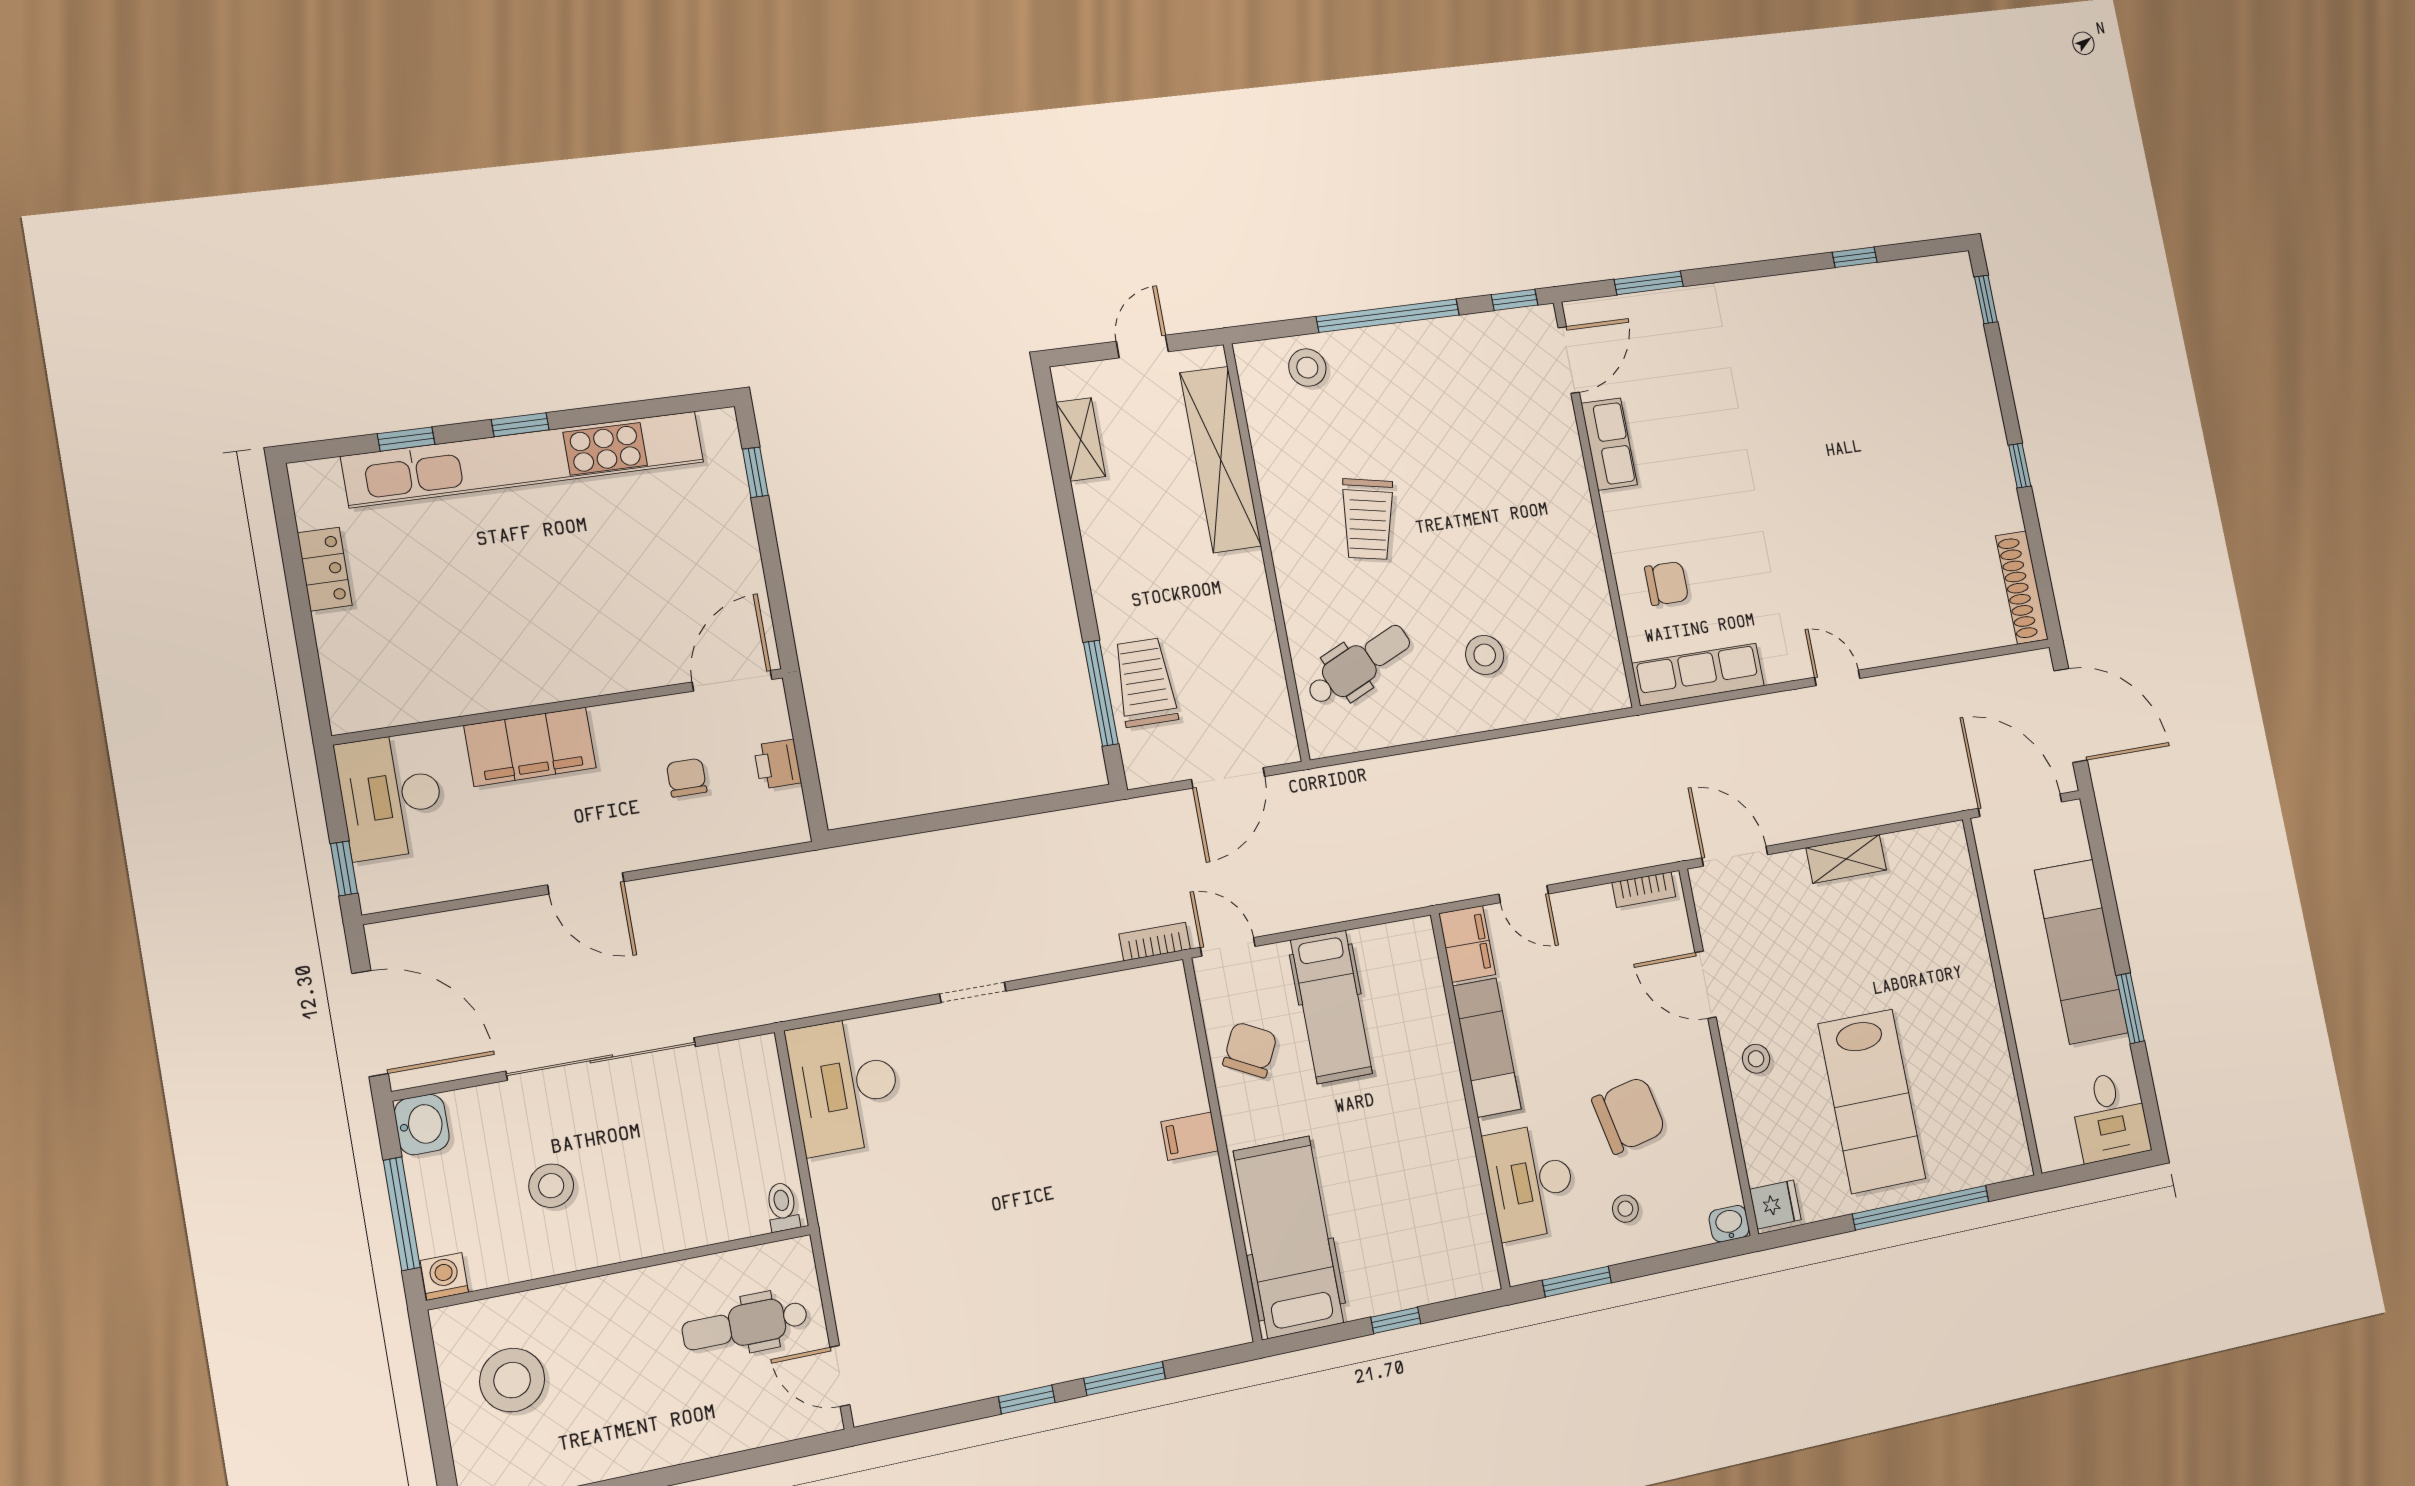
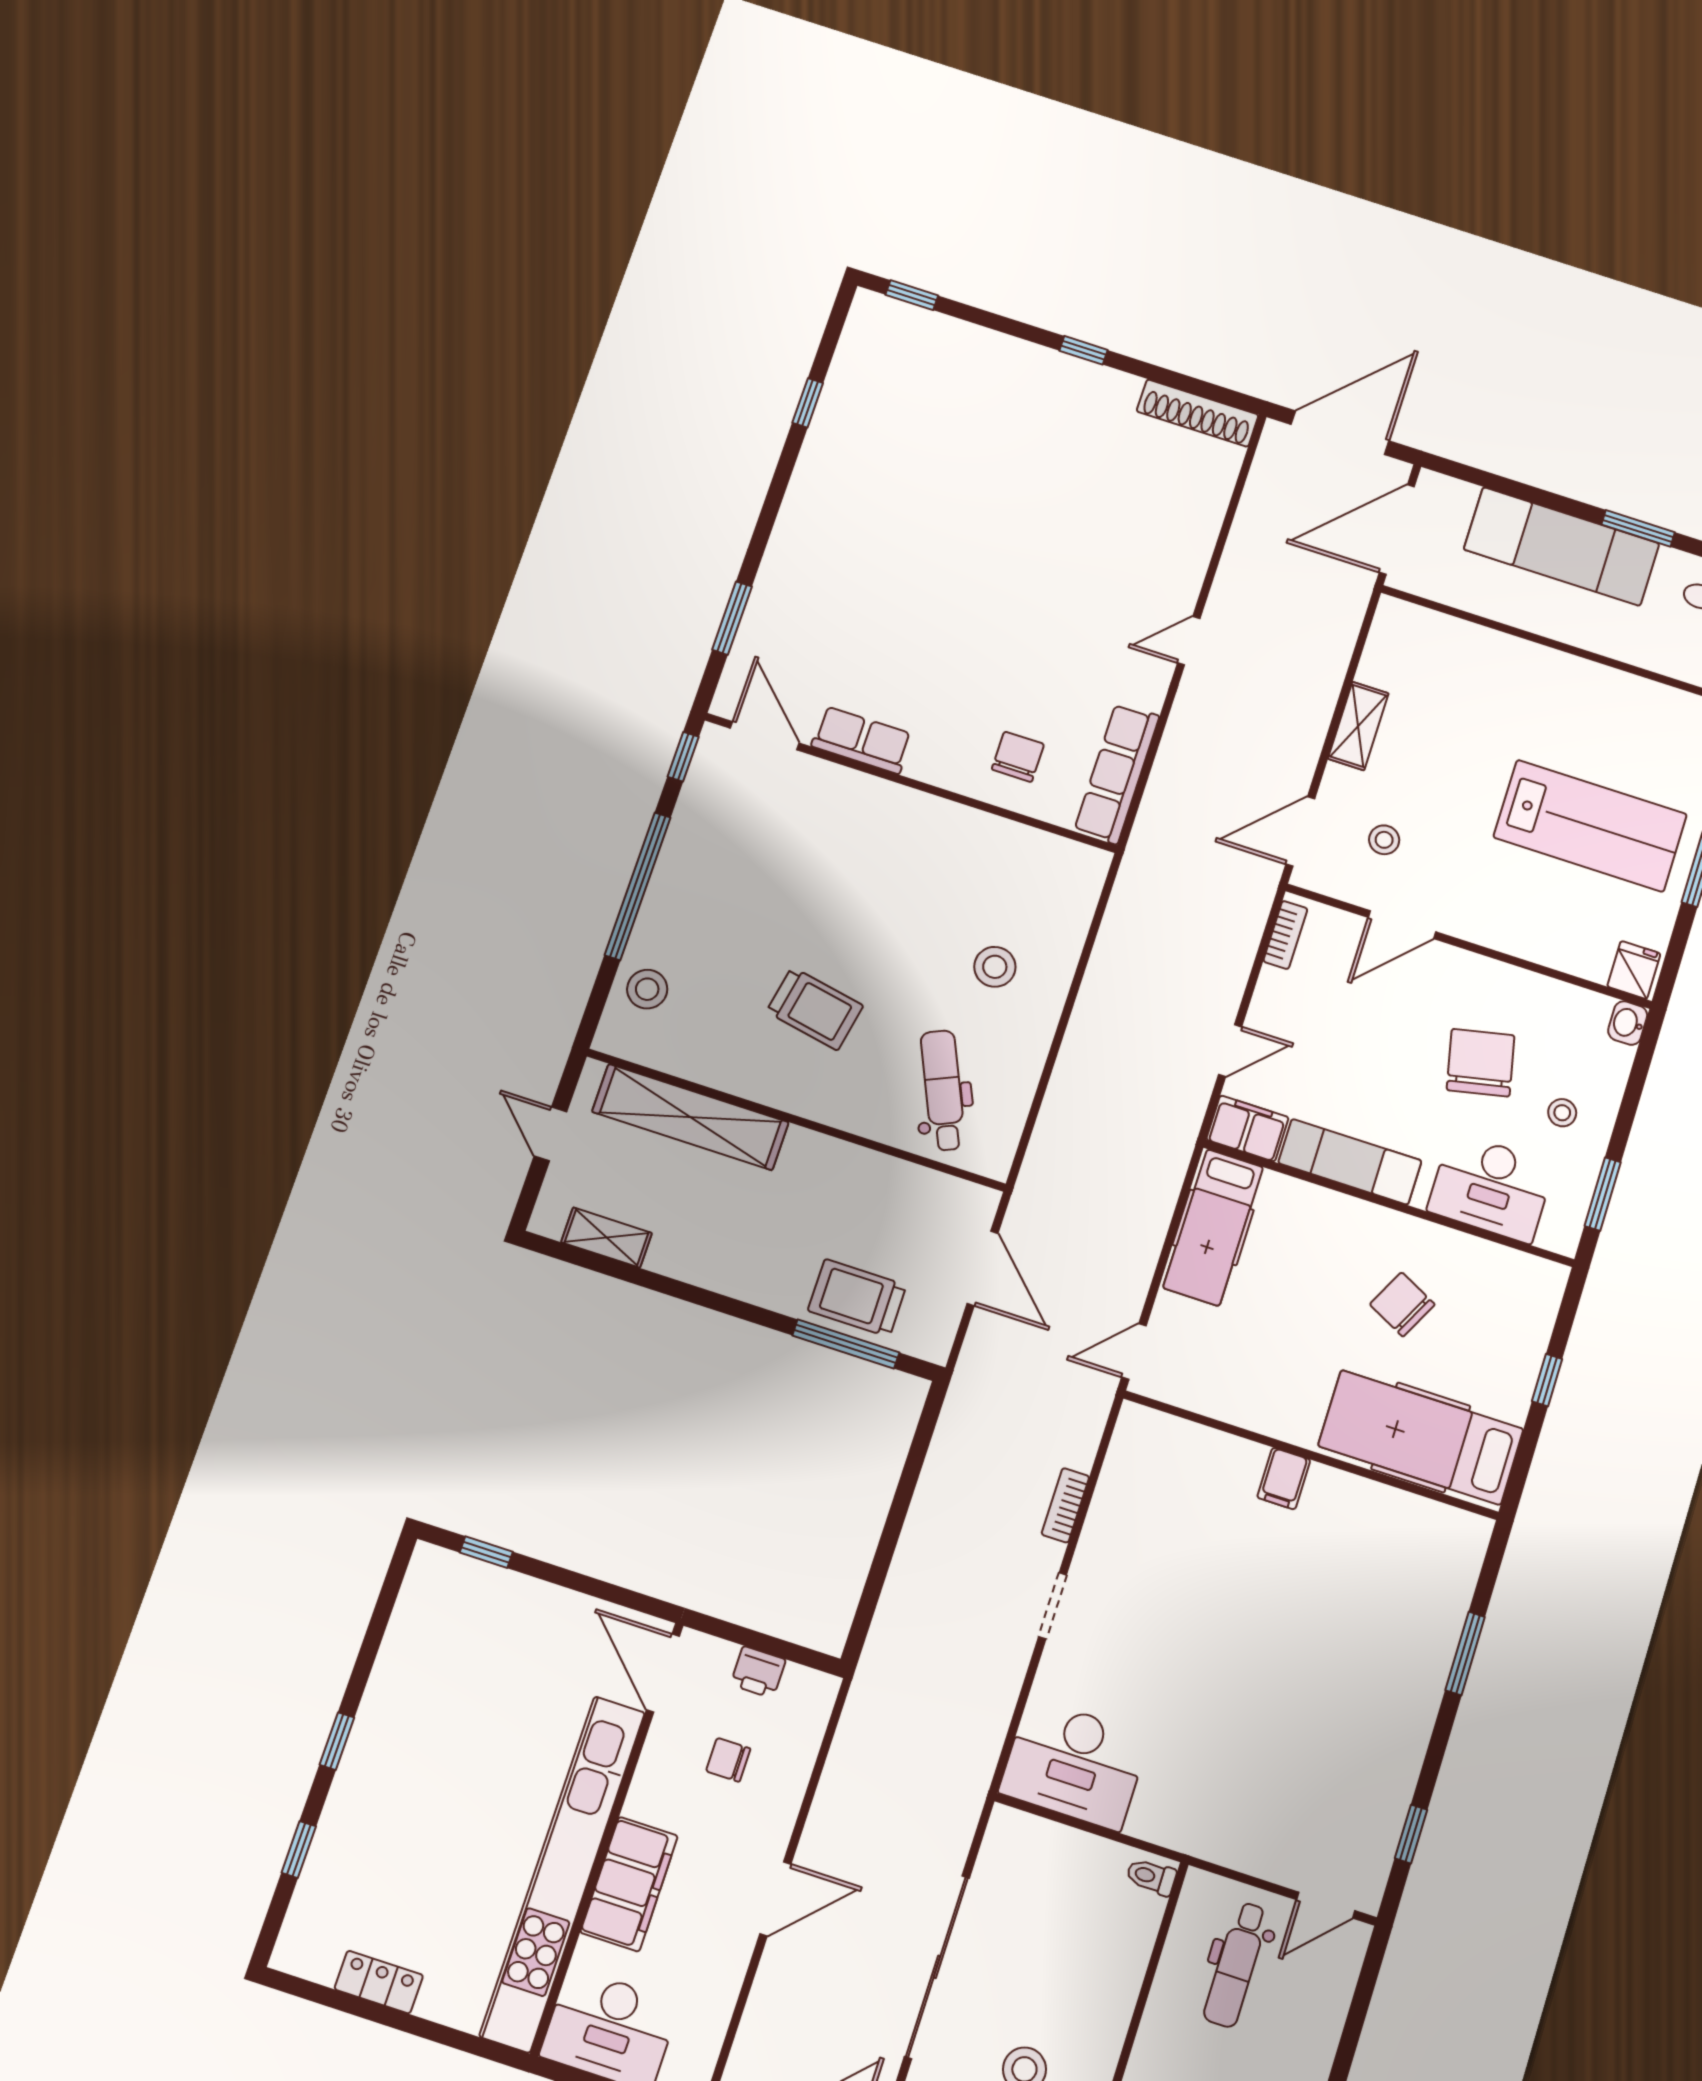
kitchen unit: (524, 459) -> (563, 1873), moved, turned 180
bookcase: (1155, 942) -> (1065, 1505), moved
hospital bed: (1331, 1007) -> (1213, 1227), moved, turned 90
chair: (1250, 1050) -> (1402, 1304), moved
stool: (1756, 1059) -> (1384, 840), moved
window: (1027, 1400) -> (1411, 1834), moved

